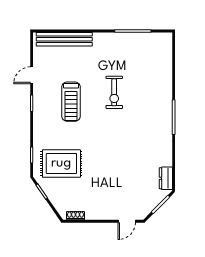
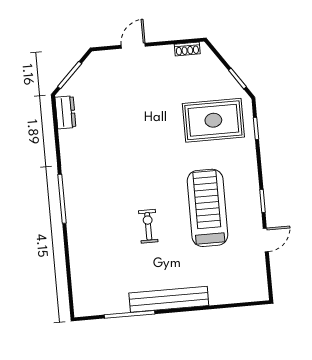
bench: (64, 39) -> (169, 299), moved
exercise bike: (114, 92) -> (148, 226), width x0.73, depth x0.72
treadmill: (71, 102) -> (207, 208), width x1.37, depth x1.38
door: (127, 221) -> (133, 46), moved

